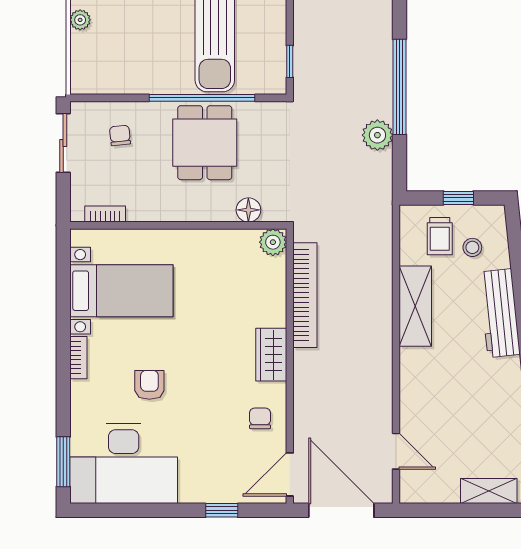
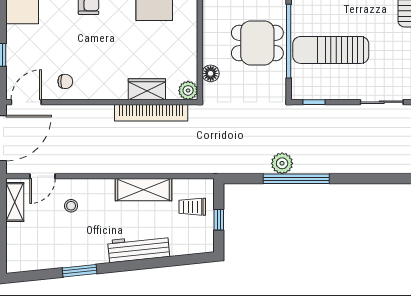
plant: (377, 135) -> (282, 163), moved
stool: (472, 247) -> (71, 206), moved
wardrobe: (271, 355) -> (147, 89), moved
door: (290, 474) -> (26, 102), hinge flipped
shelving: (489, 491) -> (15, 202), moved

